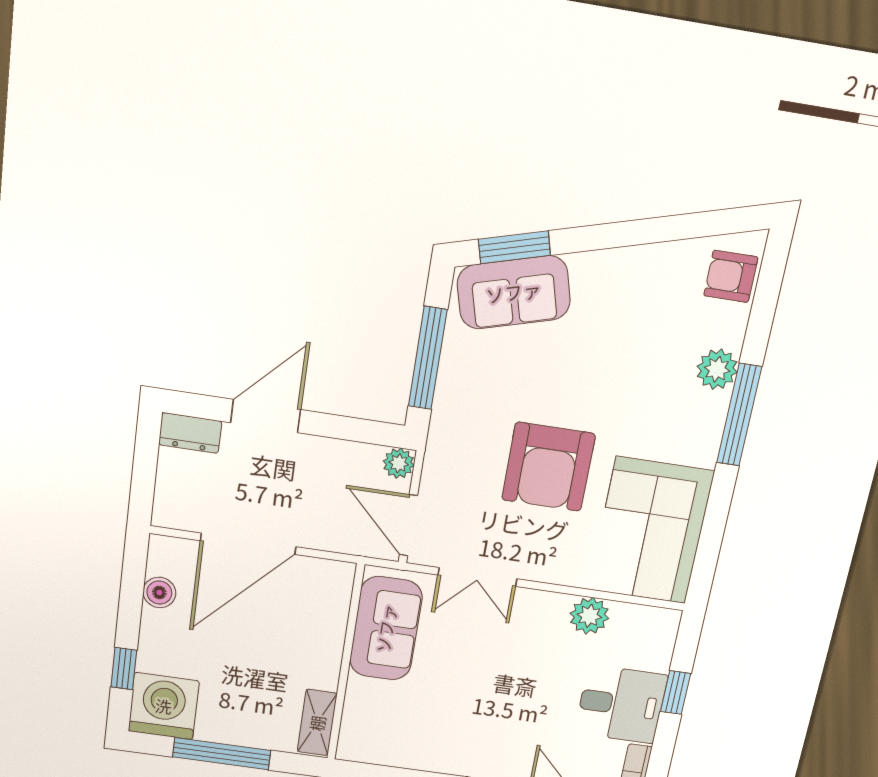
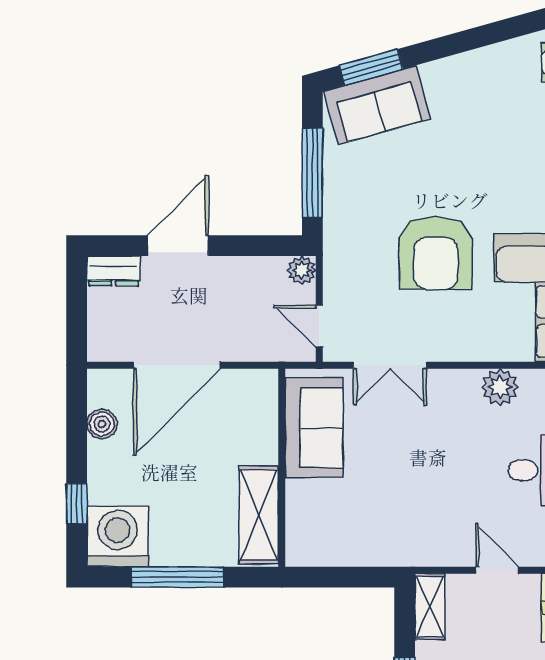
door: (408, 525) -> (319, 326), width x0.73
shelving: (317, 723) -> (259, 515), width x1.50, depth x1.33

